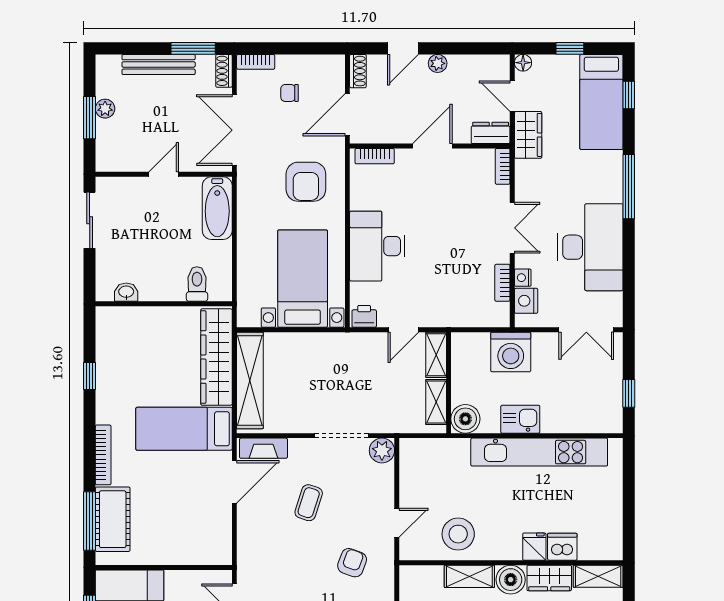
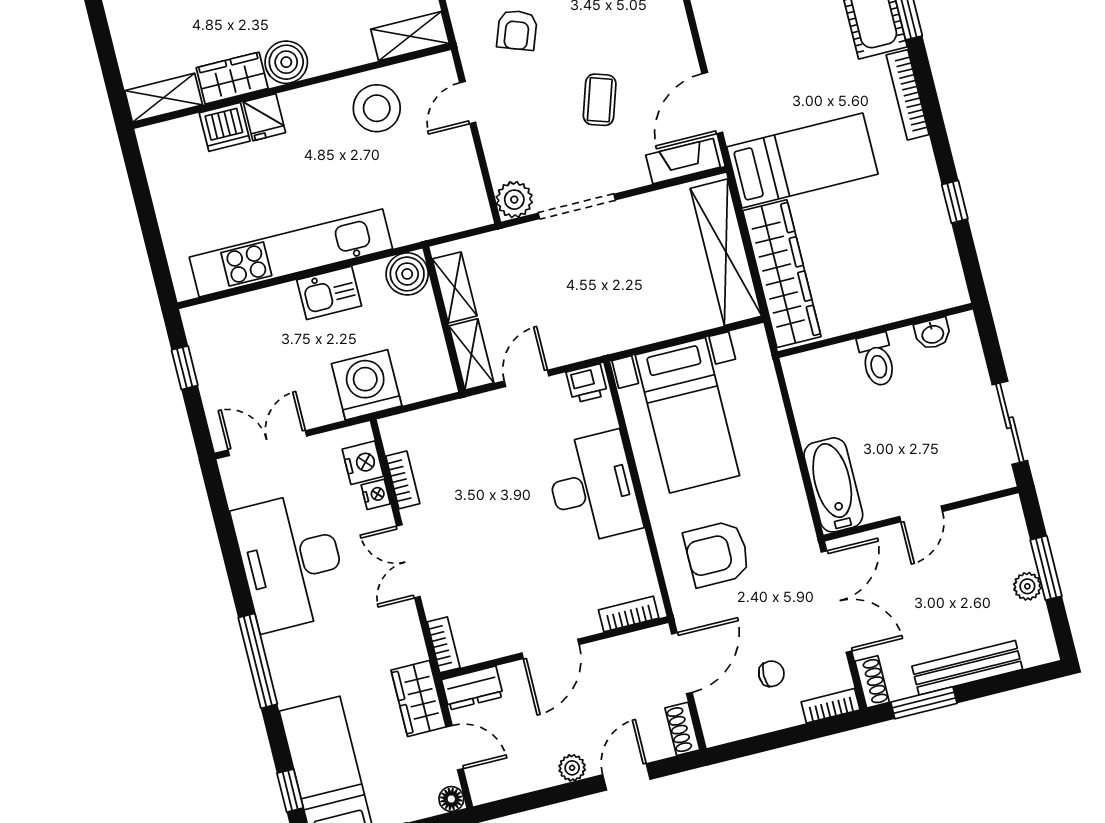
armchair: (306, 182) -> (717, 554), turned -90
toilet: (197, 284) -> (877, 360), moved
shelving: (469, 576) -> (410, 36), moved

